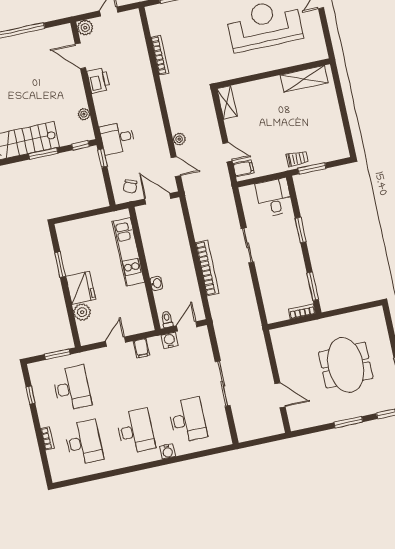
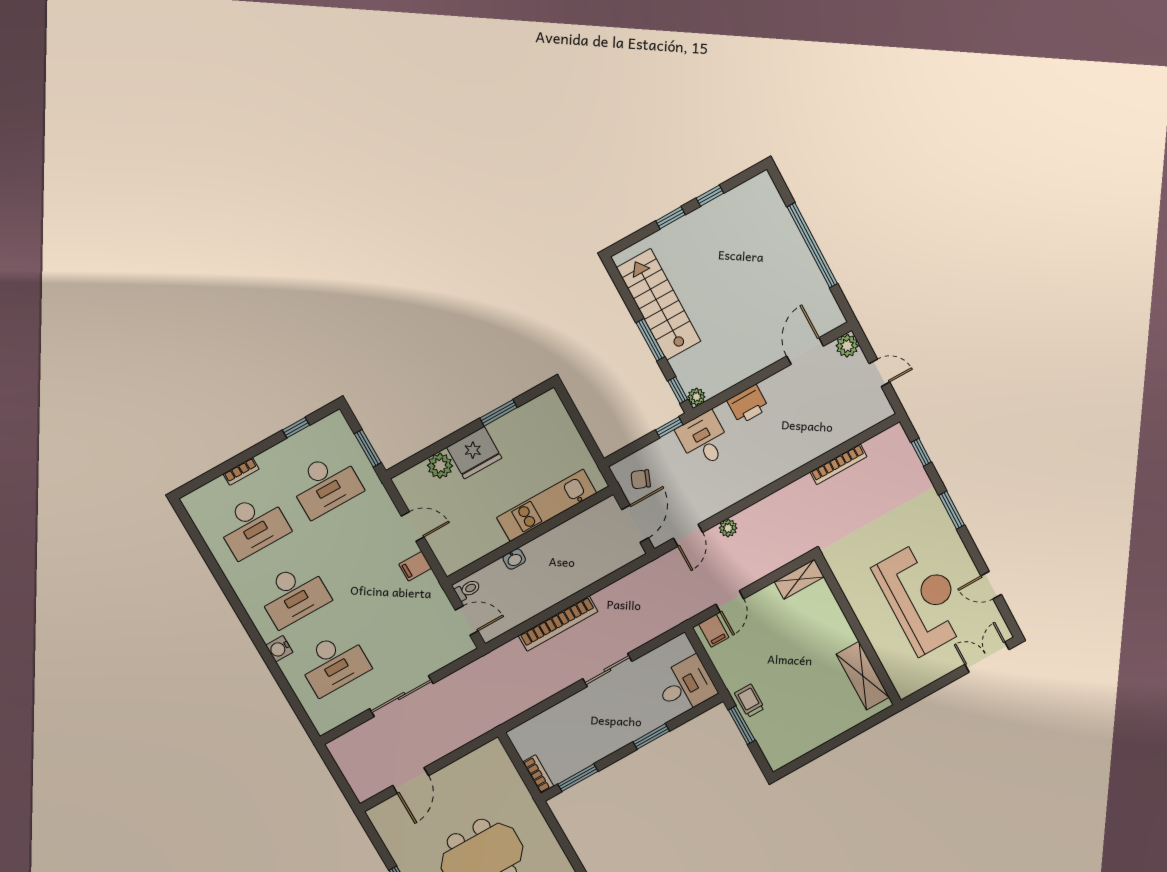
printer: (98, 80) -> (748, 404), moved
plant: (84, 114) -> (696, 397), moved
trolley: (297, 159) -> (749, 701), turned 180
water cooler: (170, 340) -> (439, 603), removed

